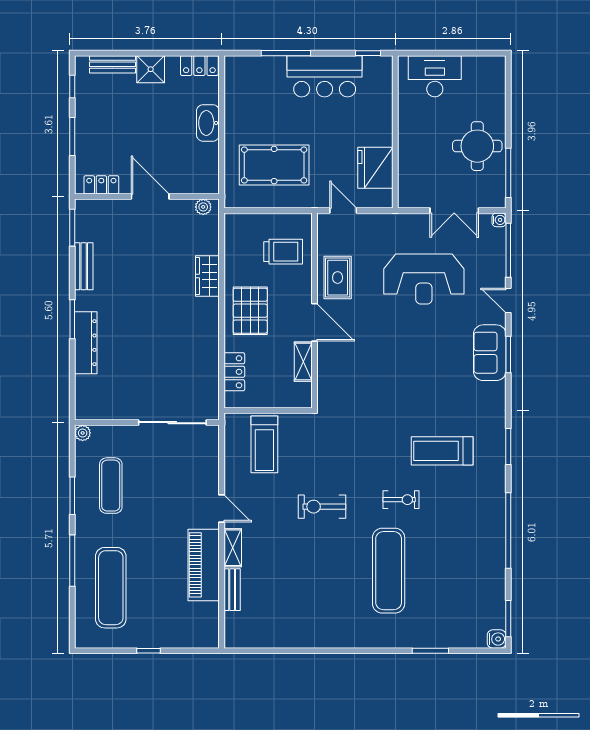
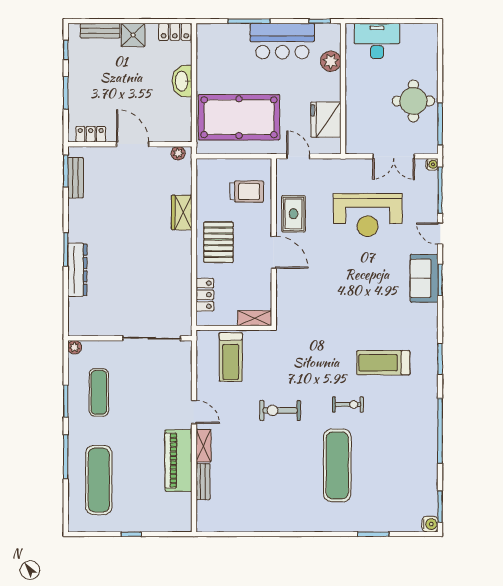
plant: (381, 100) -> (331, 61), added
pool table: (274, 165) -> (239, 117), width x1.36, depth x1.32
bench: (84, 266) -> (76, 178), moved
shelving: (303, 362) -> (255, 318), moved, turned 90

